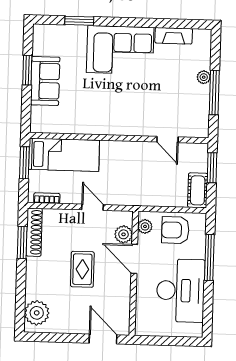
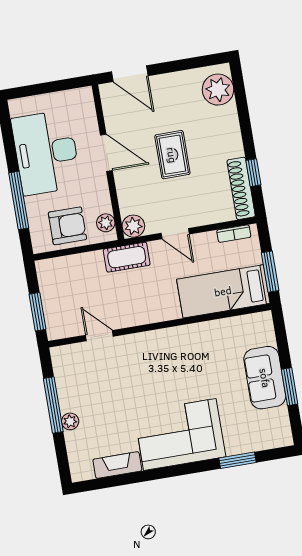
cot: (198, 190) -> (127, 257), moved, turned 90
plant: (124, 234) -> (133, 226), moved
window: (22, 243) -> (253, 173), width x0.67
door: (134, 259) -> (106, 153), moved

